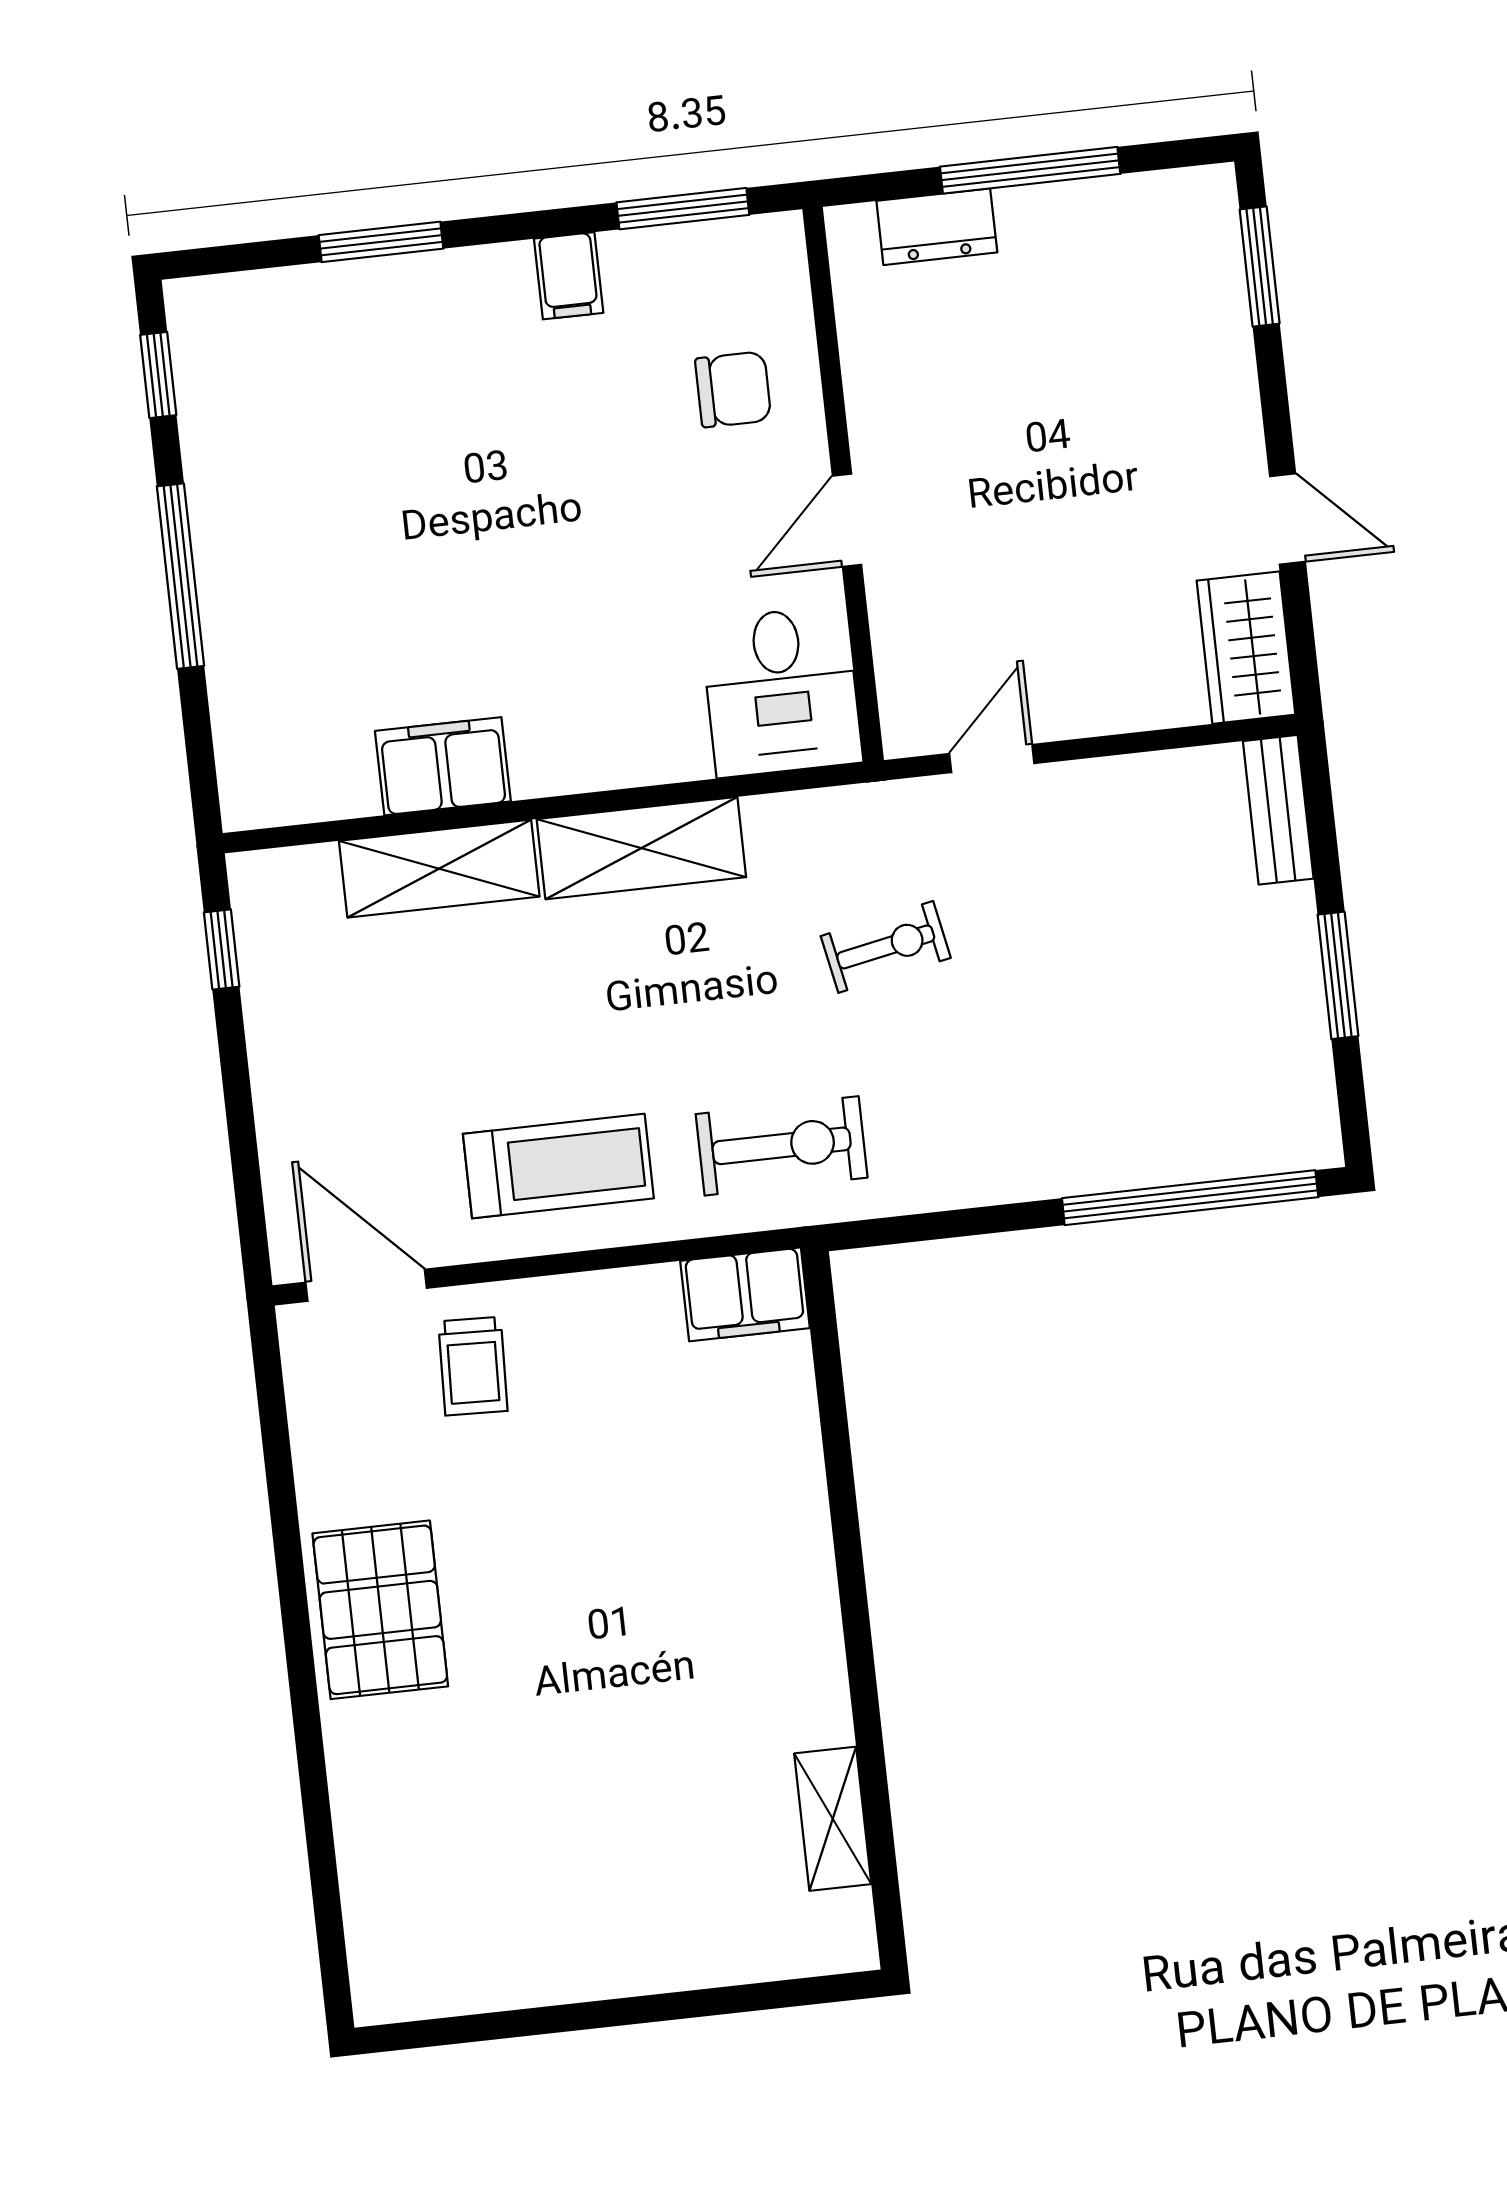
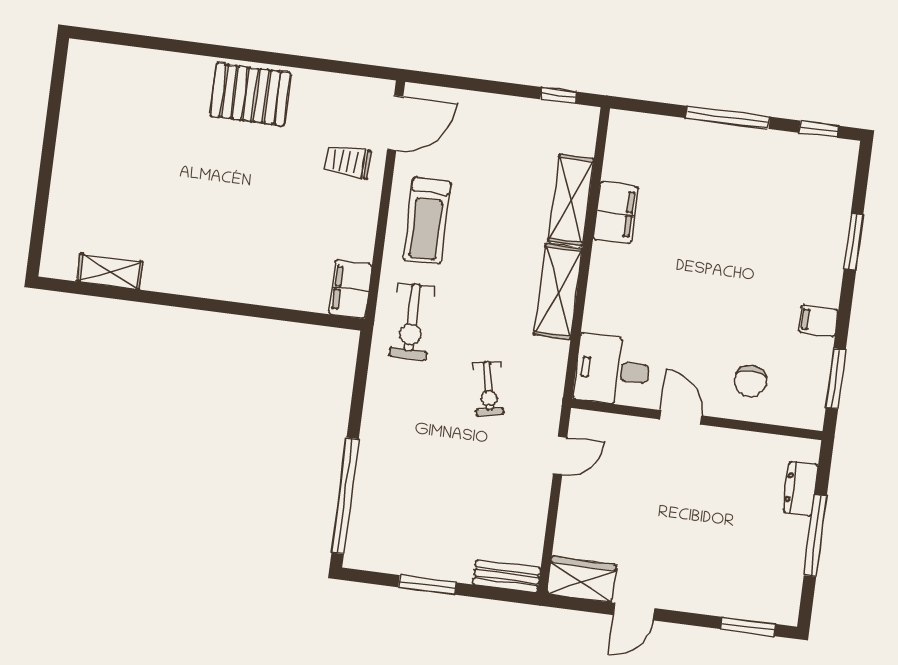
door: (992, 759) -> (560, 456), hinge flipped

